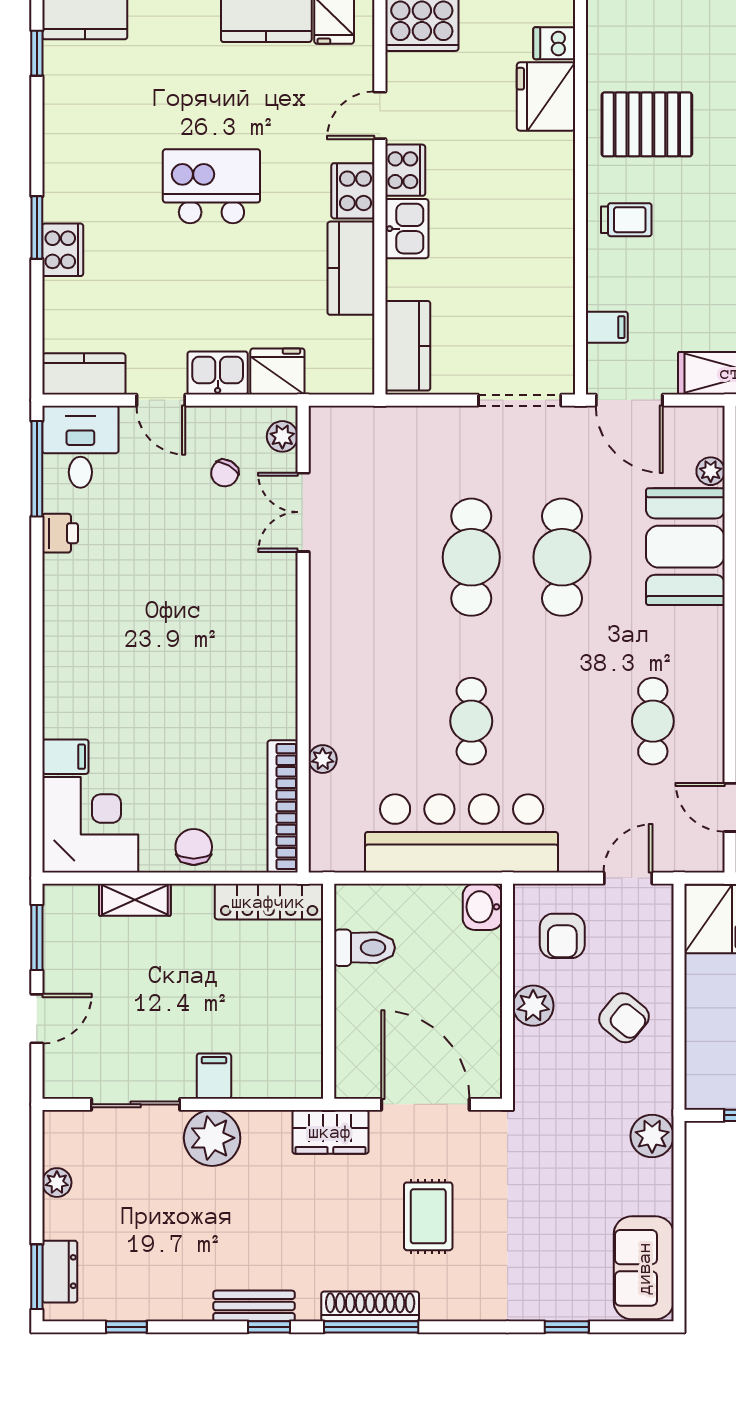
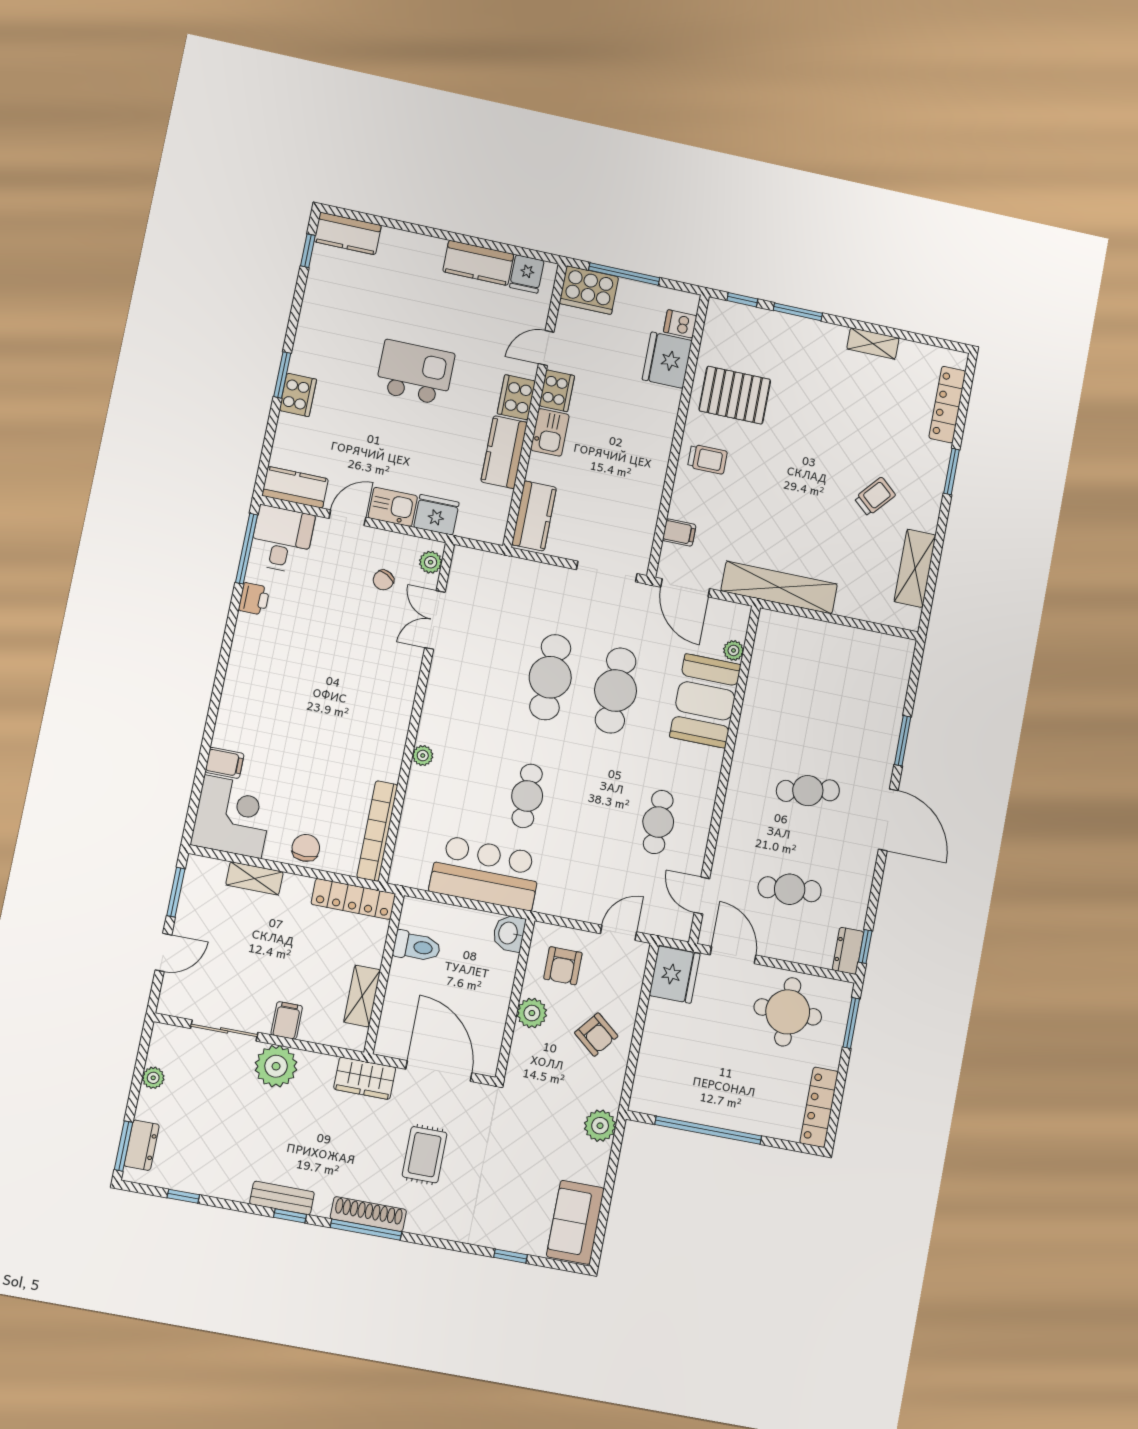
door: (161, 400) -> (347, 518), swing flipped
plant: (323, 759) -> (423, 756), moved
bar counter: (462, 833) -> (485, 873), width x0.73
shelving: (306, 1026) -> (362, 996), added

